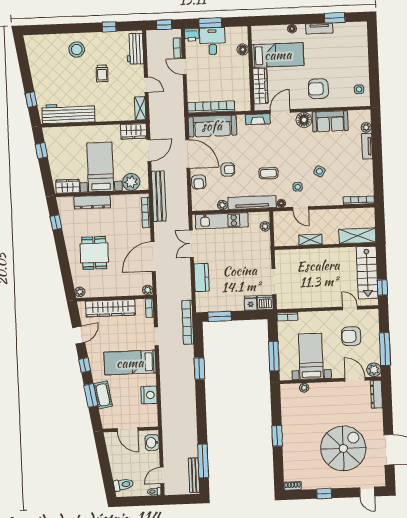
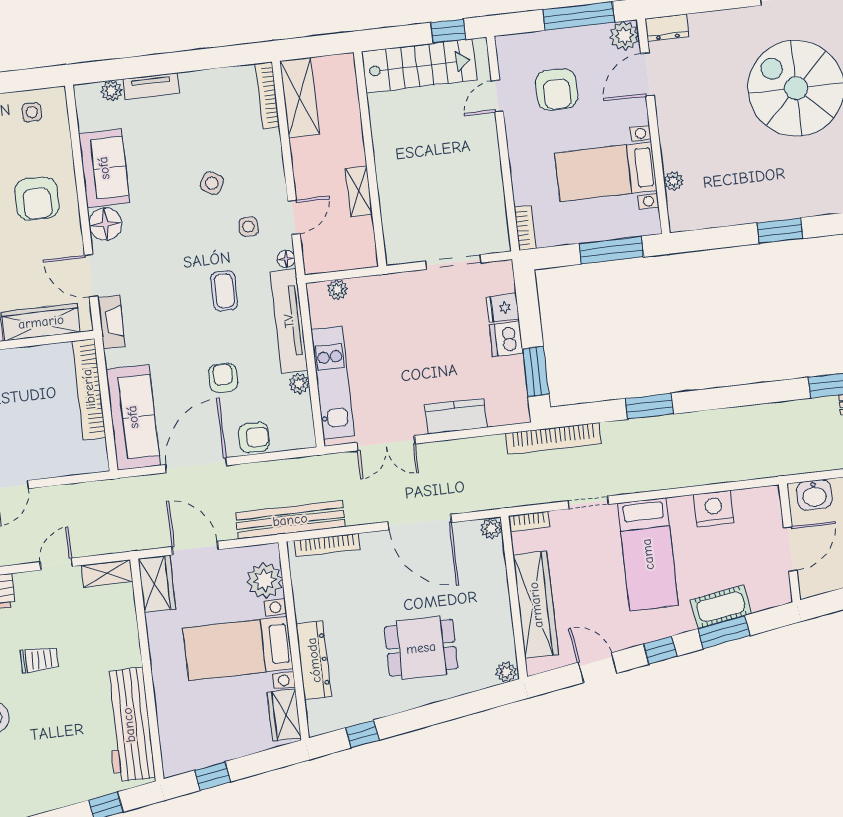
bookcase: (211, 107) -> (89, 389), moved
shelving: (357, 236) -> (300, 98), moved
dishwasher: (265, 303) -> (506, 339), moved
dresser: (376, 394) -> (667, 28), width x0.70

